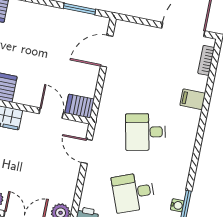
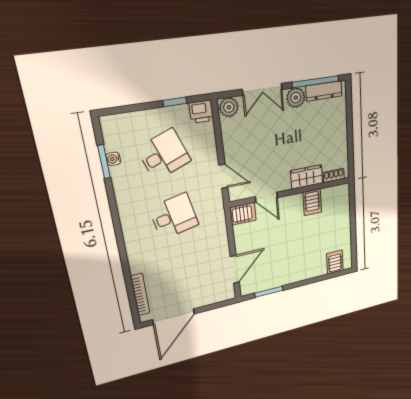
bookcase: (206, 60) -> (140, 295), width x1.56
filing cabinet: (193, 99) -> (140, 264), removed

